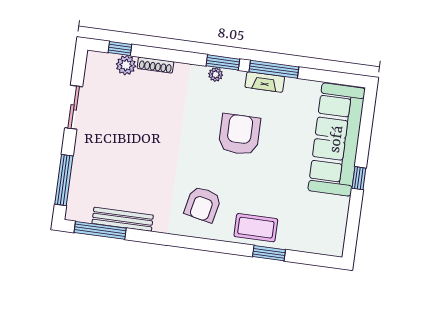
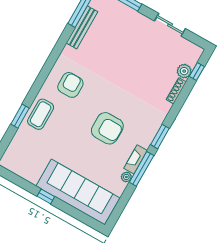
plant: (216, 74) -> (126, 177), moved
armchair: (203, 204) -> (70, 85), turned 78

